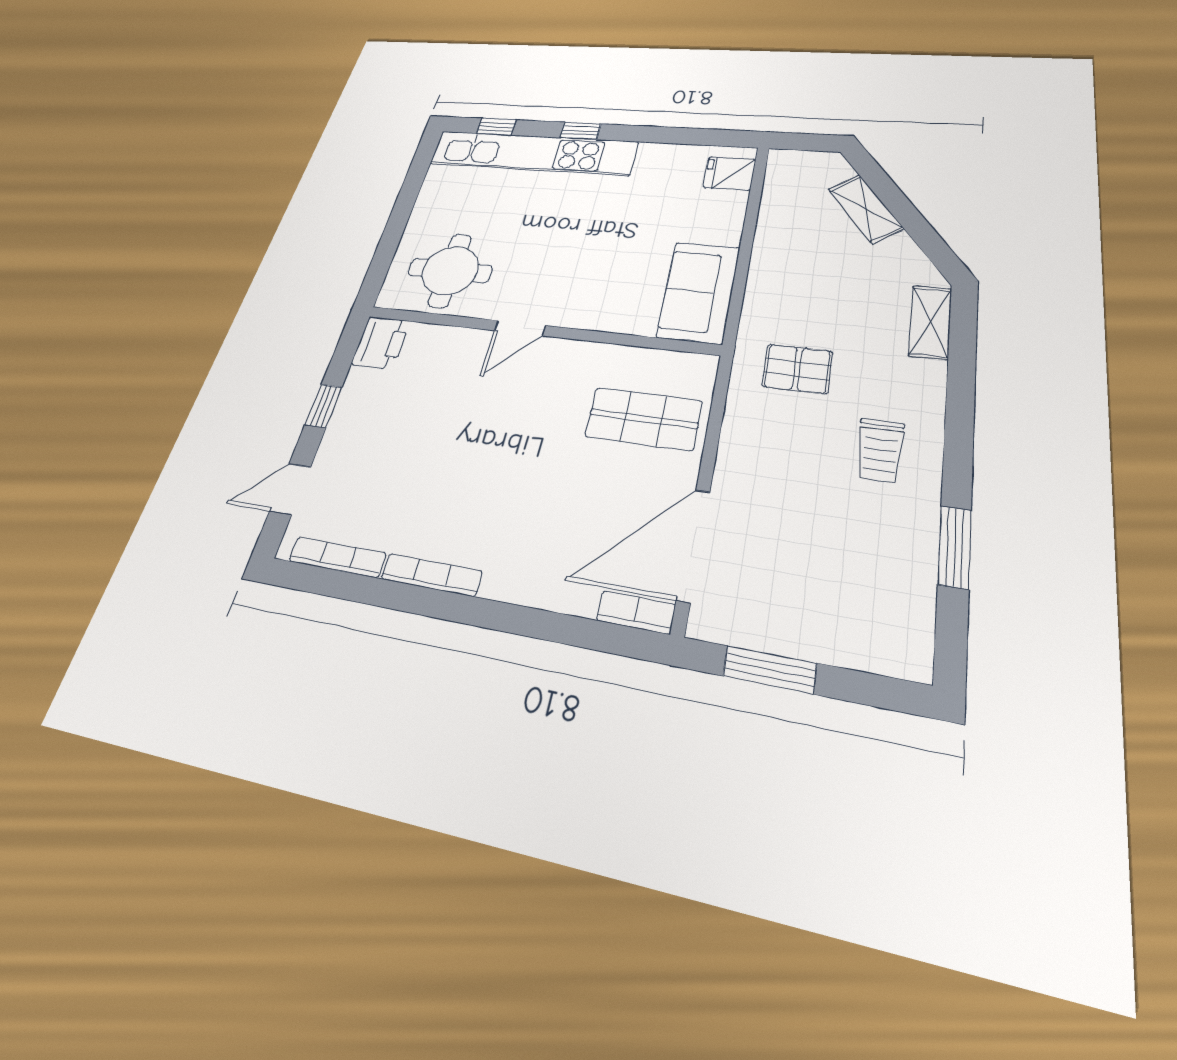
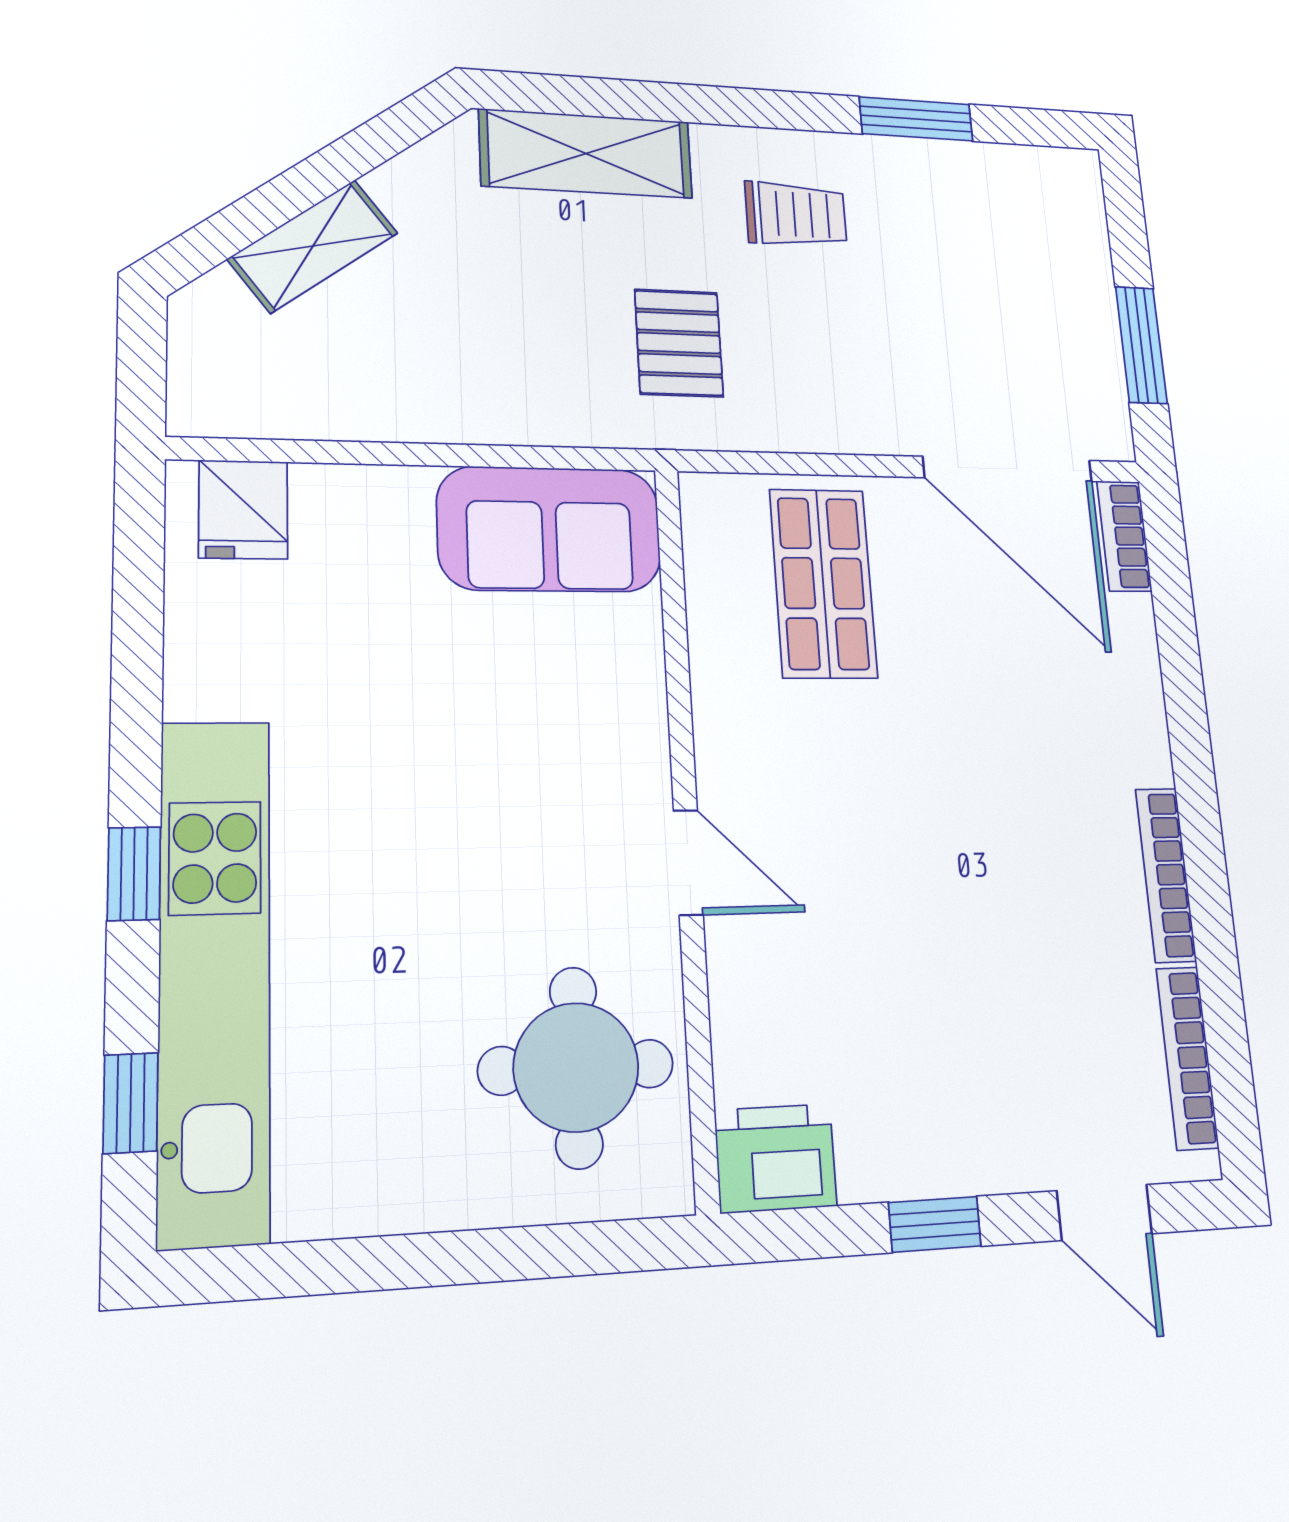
shelving: (930, 322) -> (586, 153), width x1.50, depth x1.33

